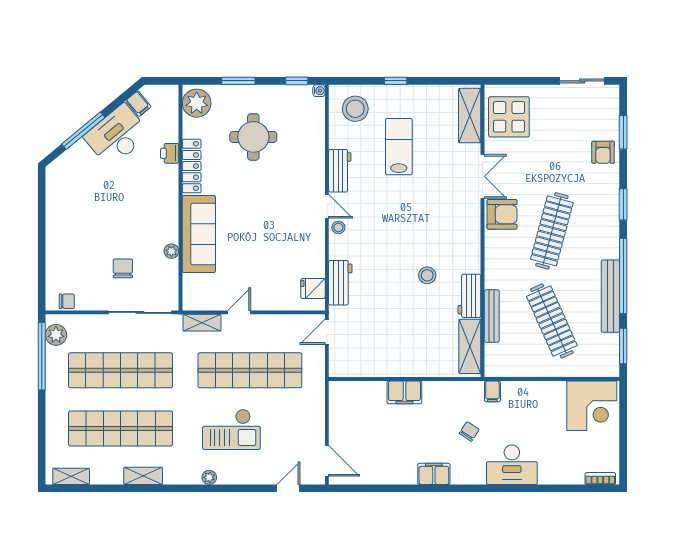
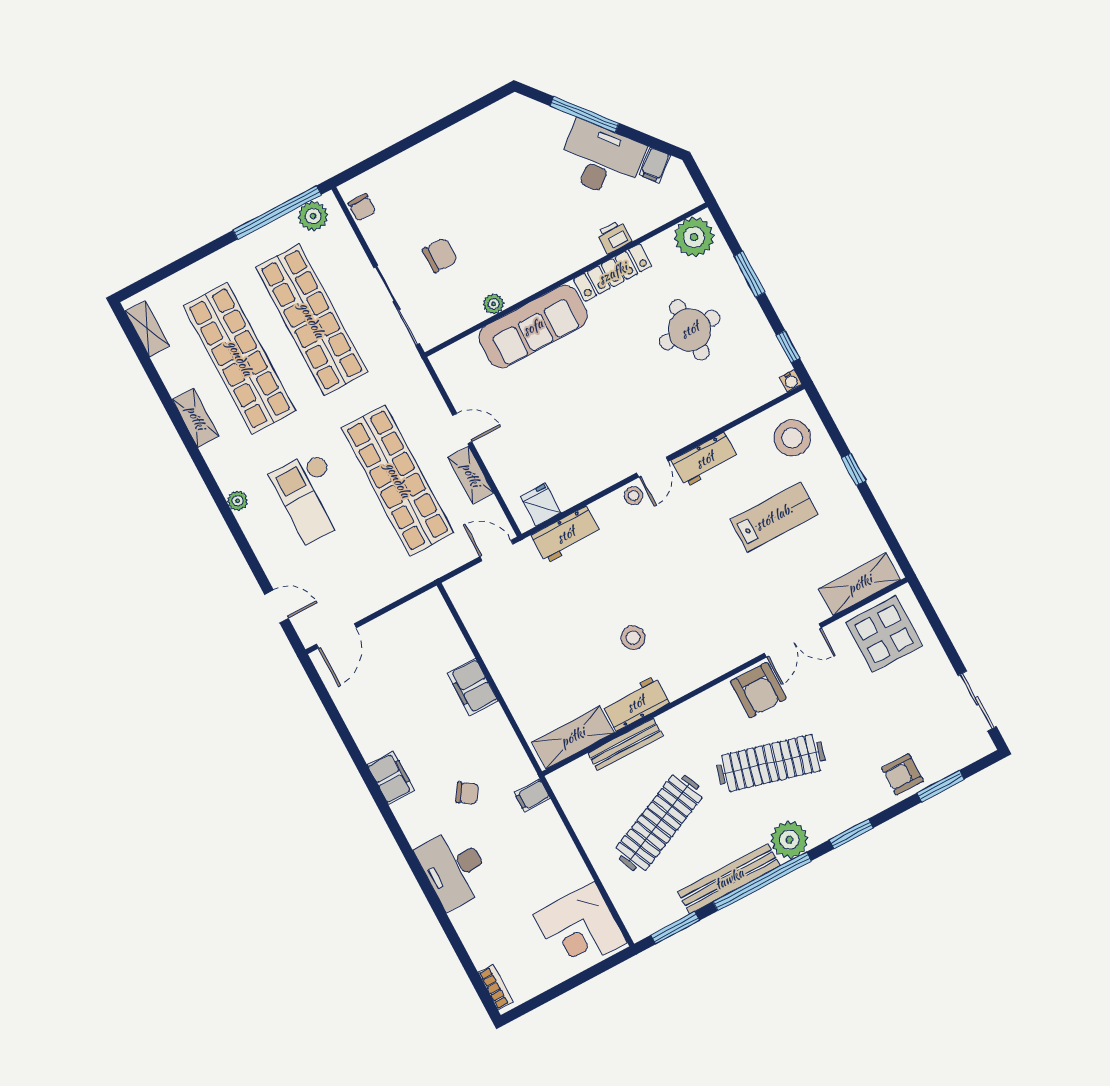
plant: (606, 245) -> (789, 840), added
shelving: (202, 323) -> (471, 475), moved

